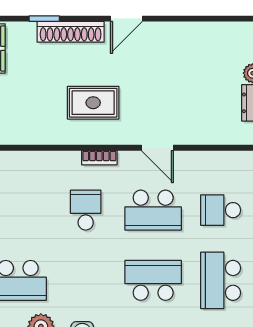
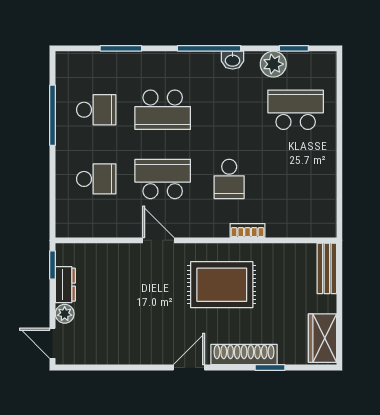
rug: (93, 103) -> (222, 285), width x1.36, depth x1.43
bookcase: (99, 158) -> (247, 231), moved
school desk: (221, 280) -> (96, 110), width x0.54

